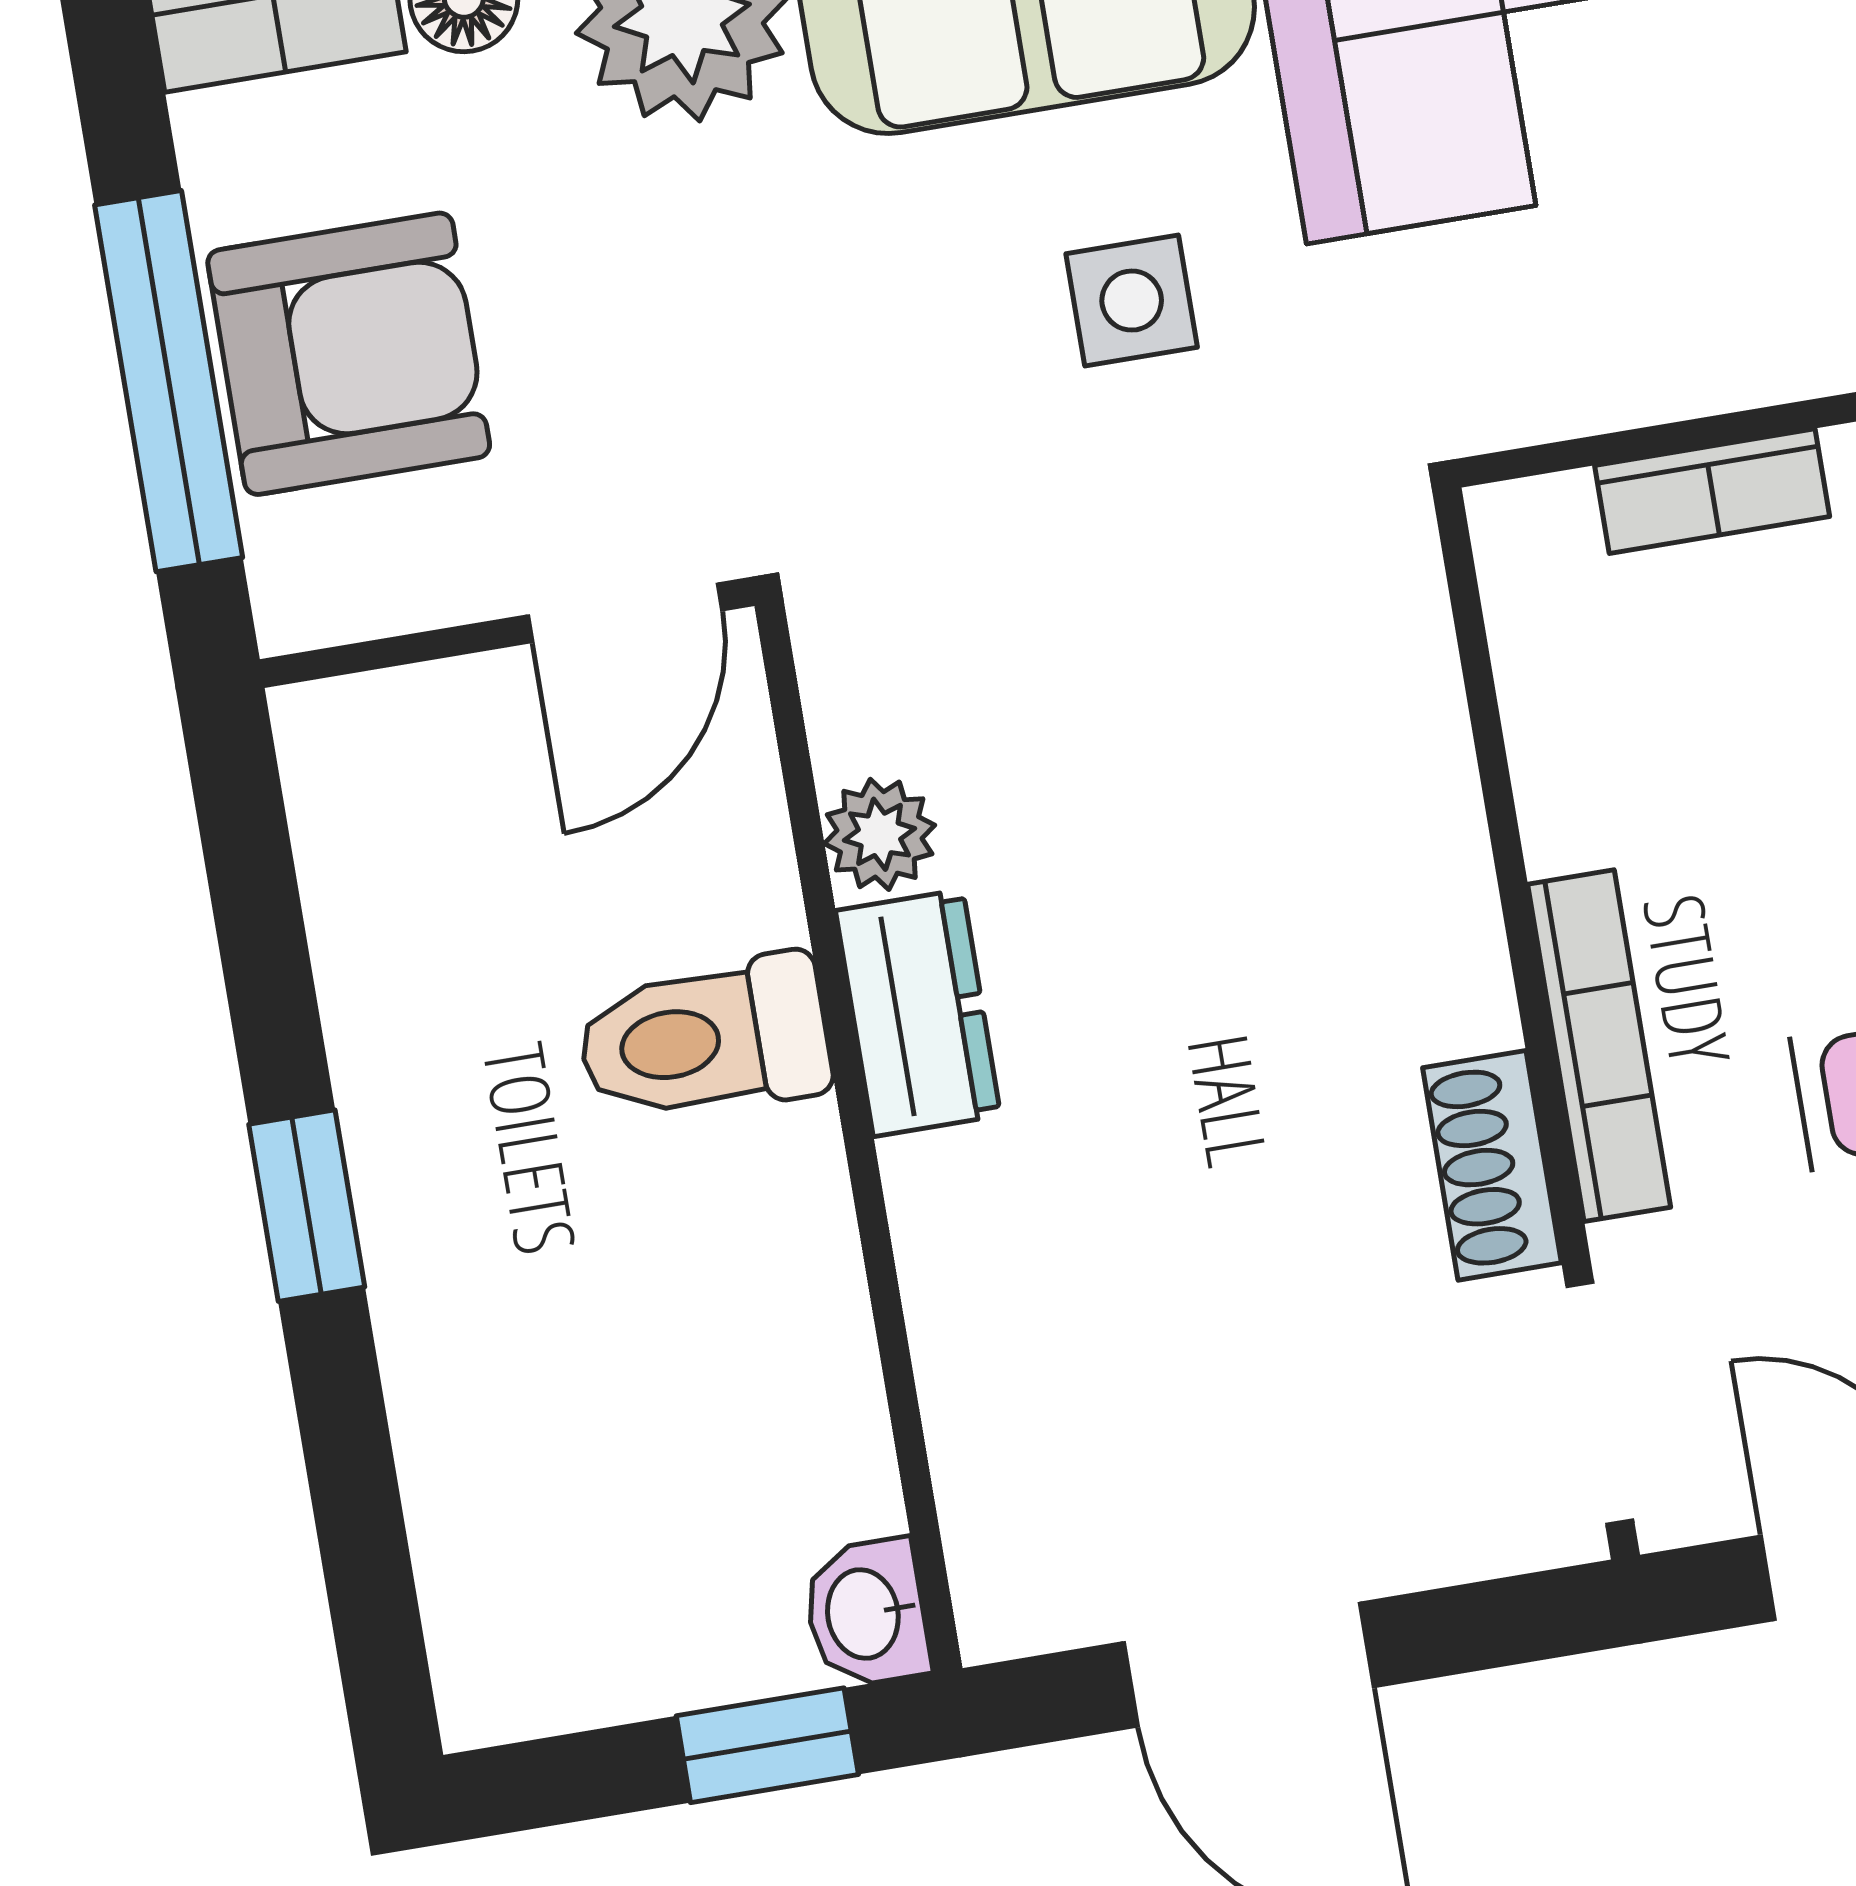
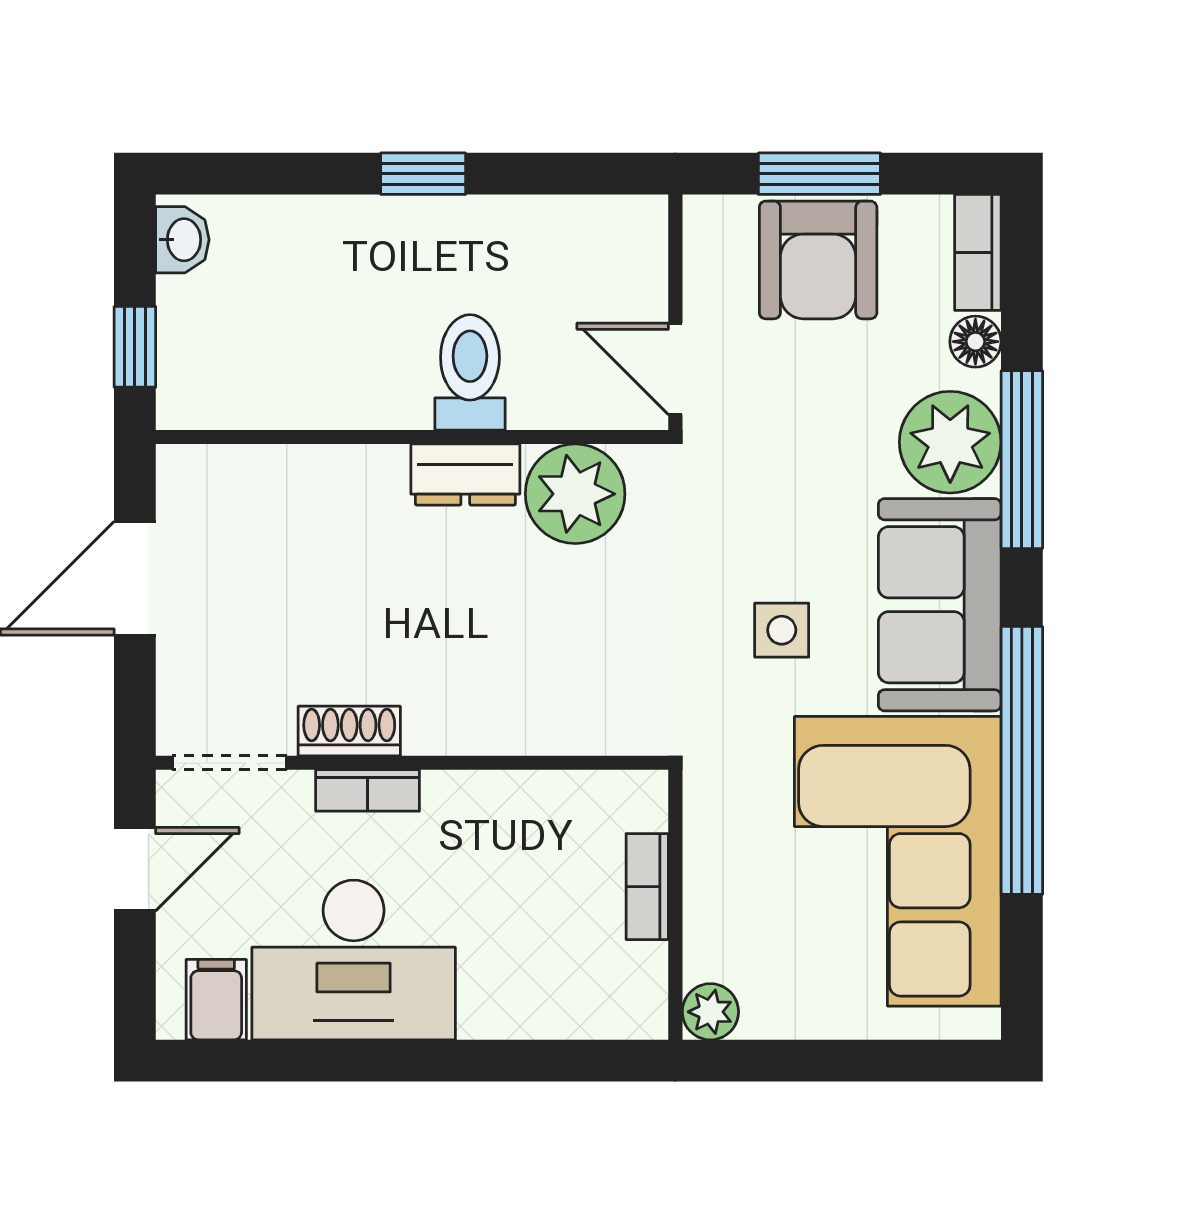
window: (169, 381) -> (819, 174), width x0.69
plant: (880, 834) -> (575, 494), width x1.88, depth x1.88
bookcase: (1599, 1046) -> (368, 790), width x0.64
washbasin: (866, 1613) -> (182, 240), moved, turned 90

